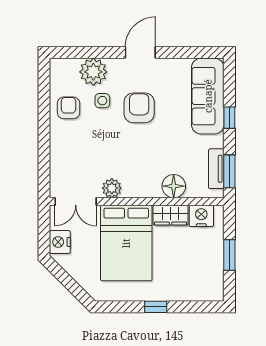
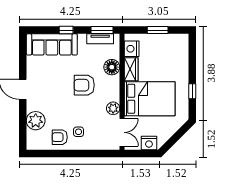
side table: (102, 101) -> (79, 132), moved
armchair: (139, 108) -> (84, 85), moved
window: (156, 307) -> (192, 91), moved

